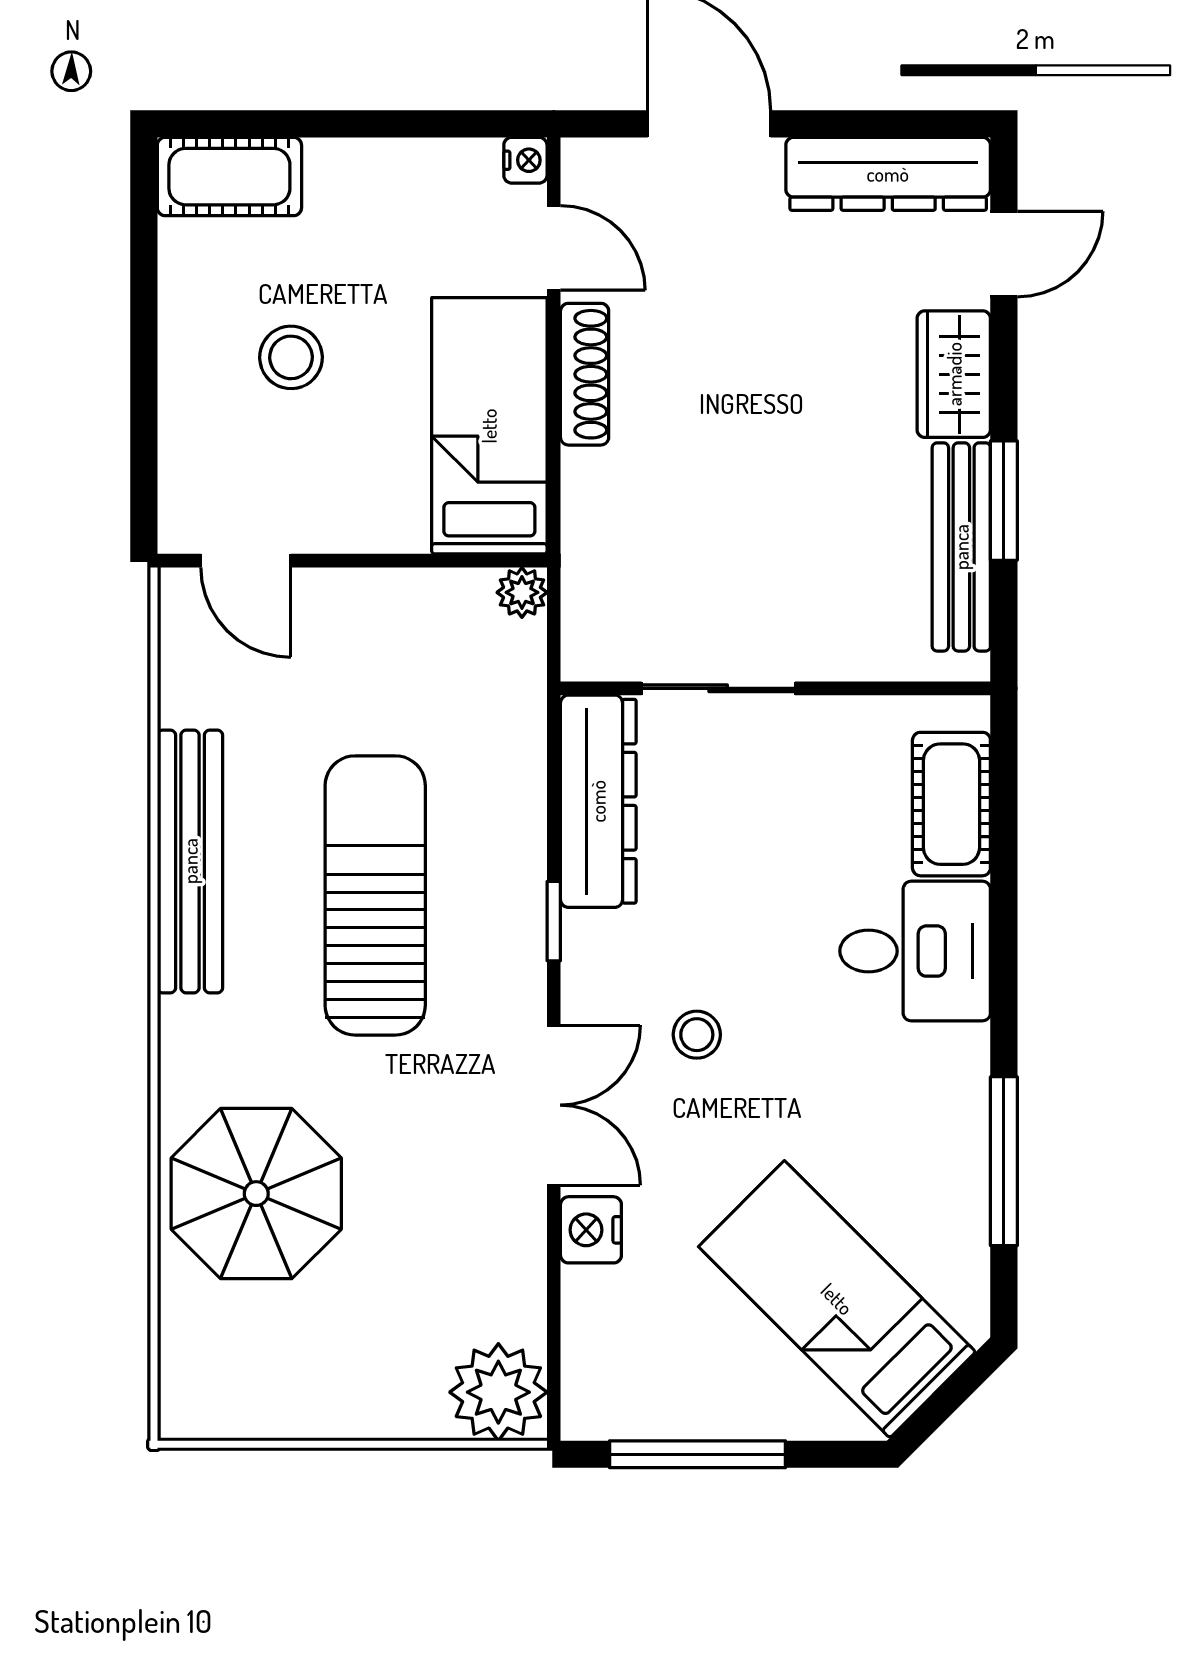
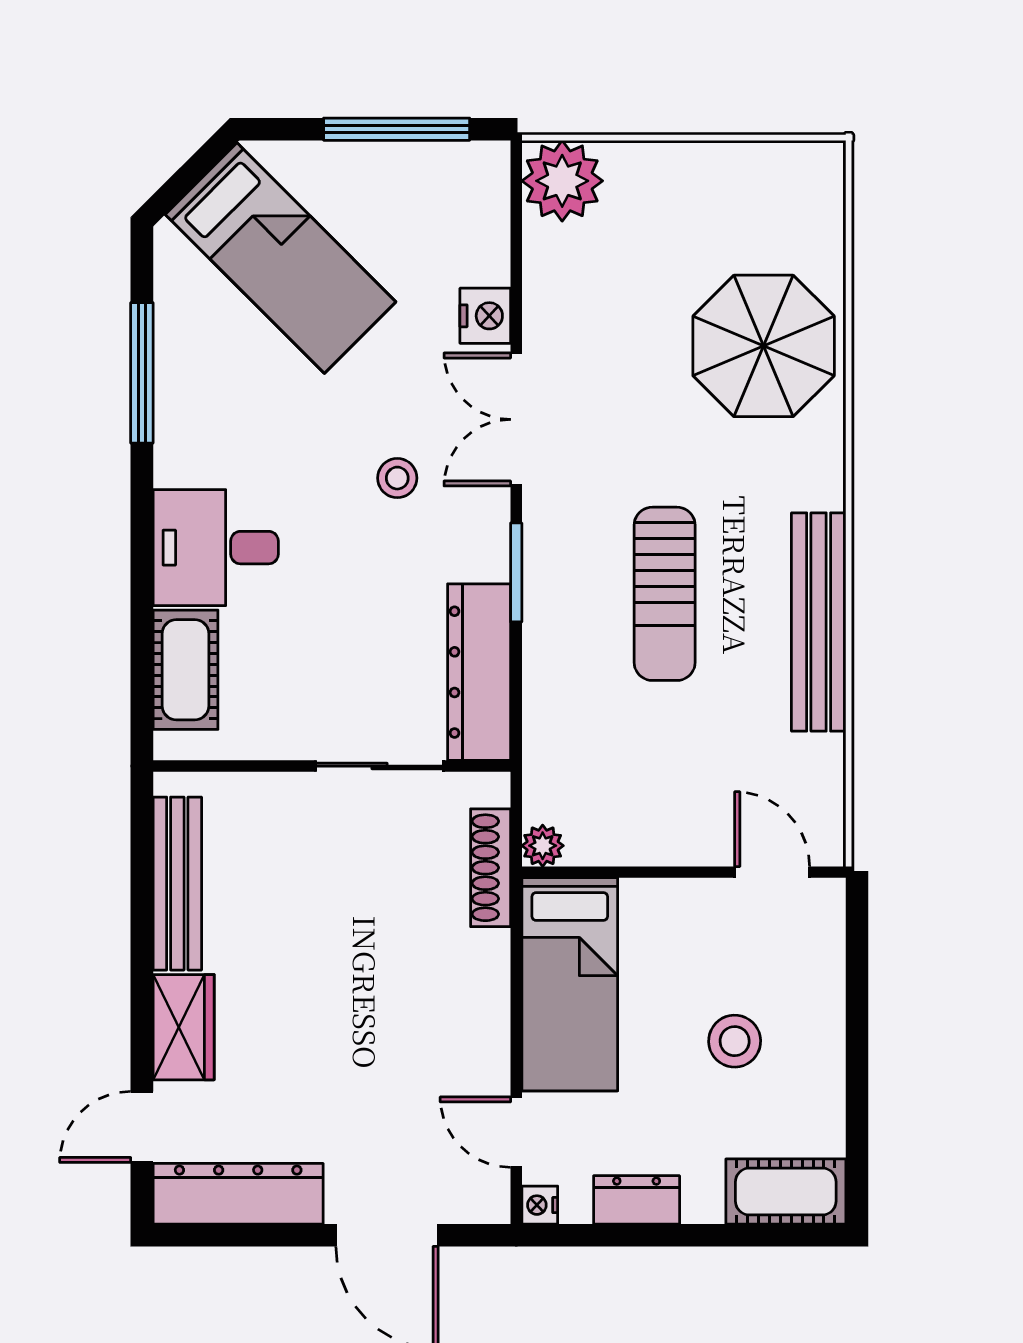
dresser: (409, 166) -> (637, 1200), added
shoe rack: (585, 374) -> (491, 868), moved
window: (1004, 501) -> (142, 922), removed
sun lounger: (375, 895) -> (665, 594), width x0.73, depth x0.75
window: (554, 921) -> (516, 572), width x1.50

